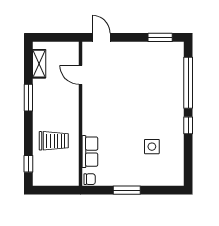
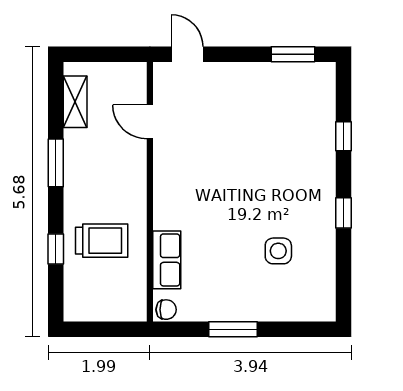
window: (188, 83) -> (344, 136), width x0.32
window: (28, 164) -> (56, 249), moved

